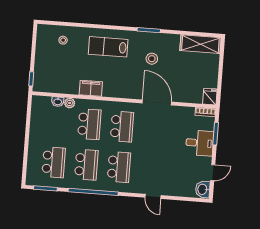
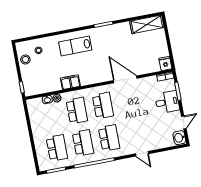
stool: (152, 59) -> (25, 59), moved

